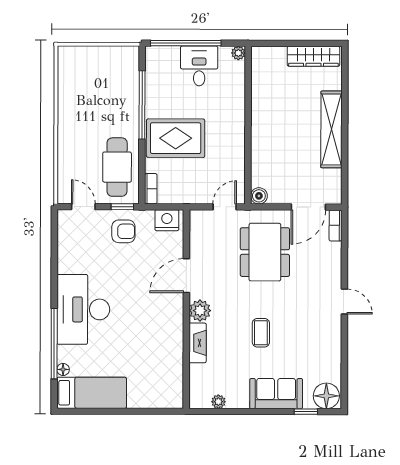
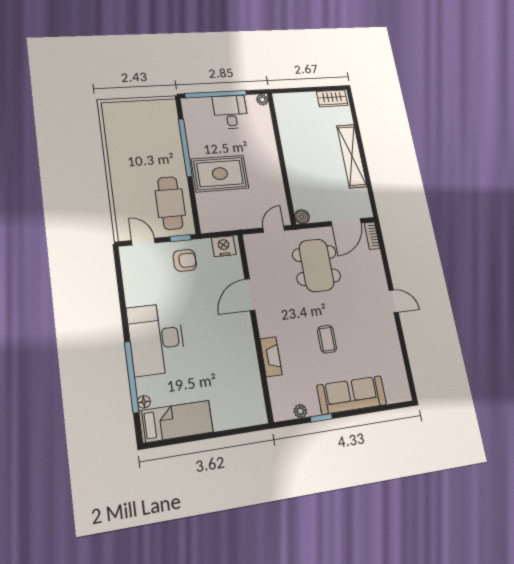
wardrobe: (313, 56) -> (332, 98), width x0.67
bookcase: (151, 189) -> (204, 219), removed
plant: (200, 311) -> (268, 326), removed
sofa: (276, 394) -> (352, 395), width x1.36
floor lamp: (326, 396) -> (397, 390), removed
window: (306, 412) -> (321, 418), moved

